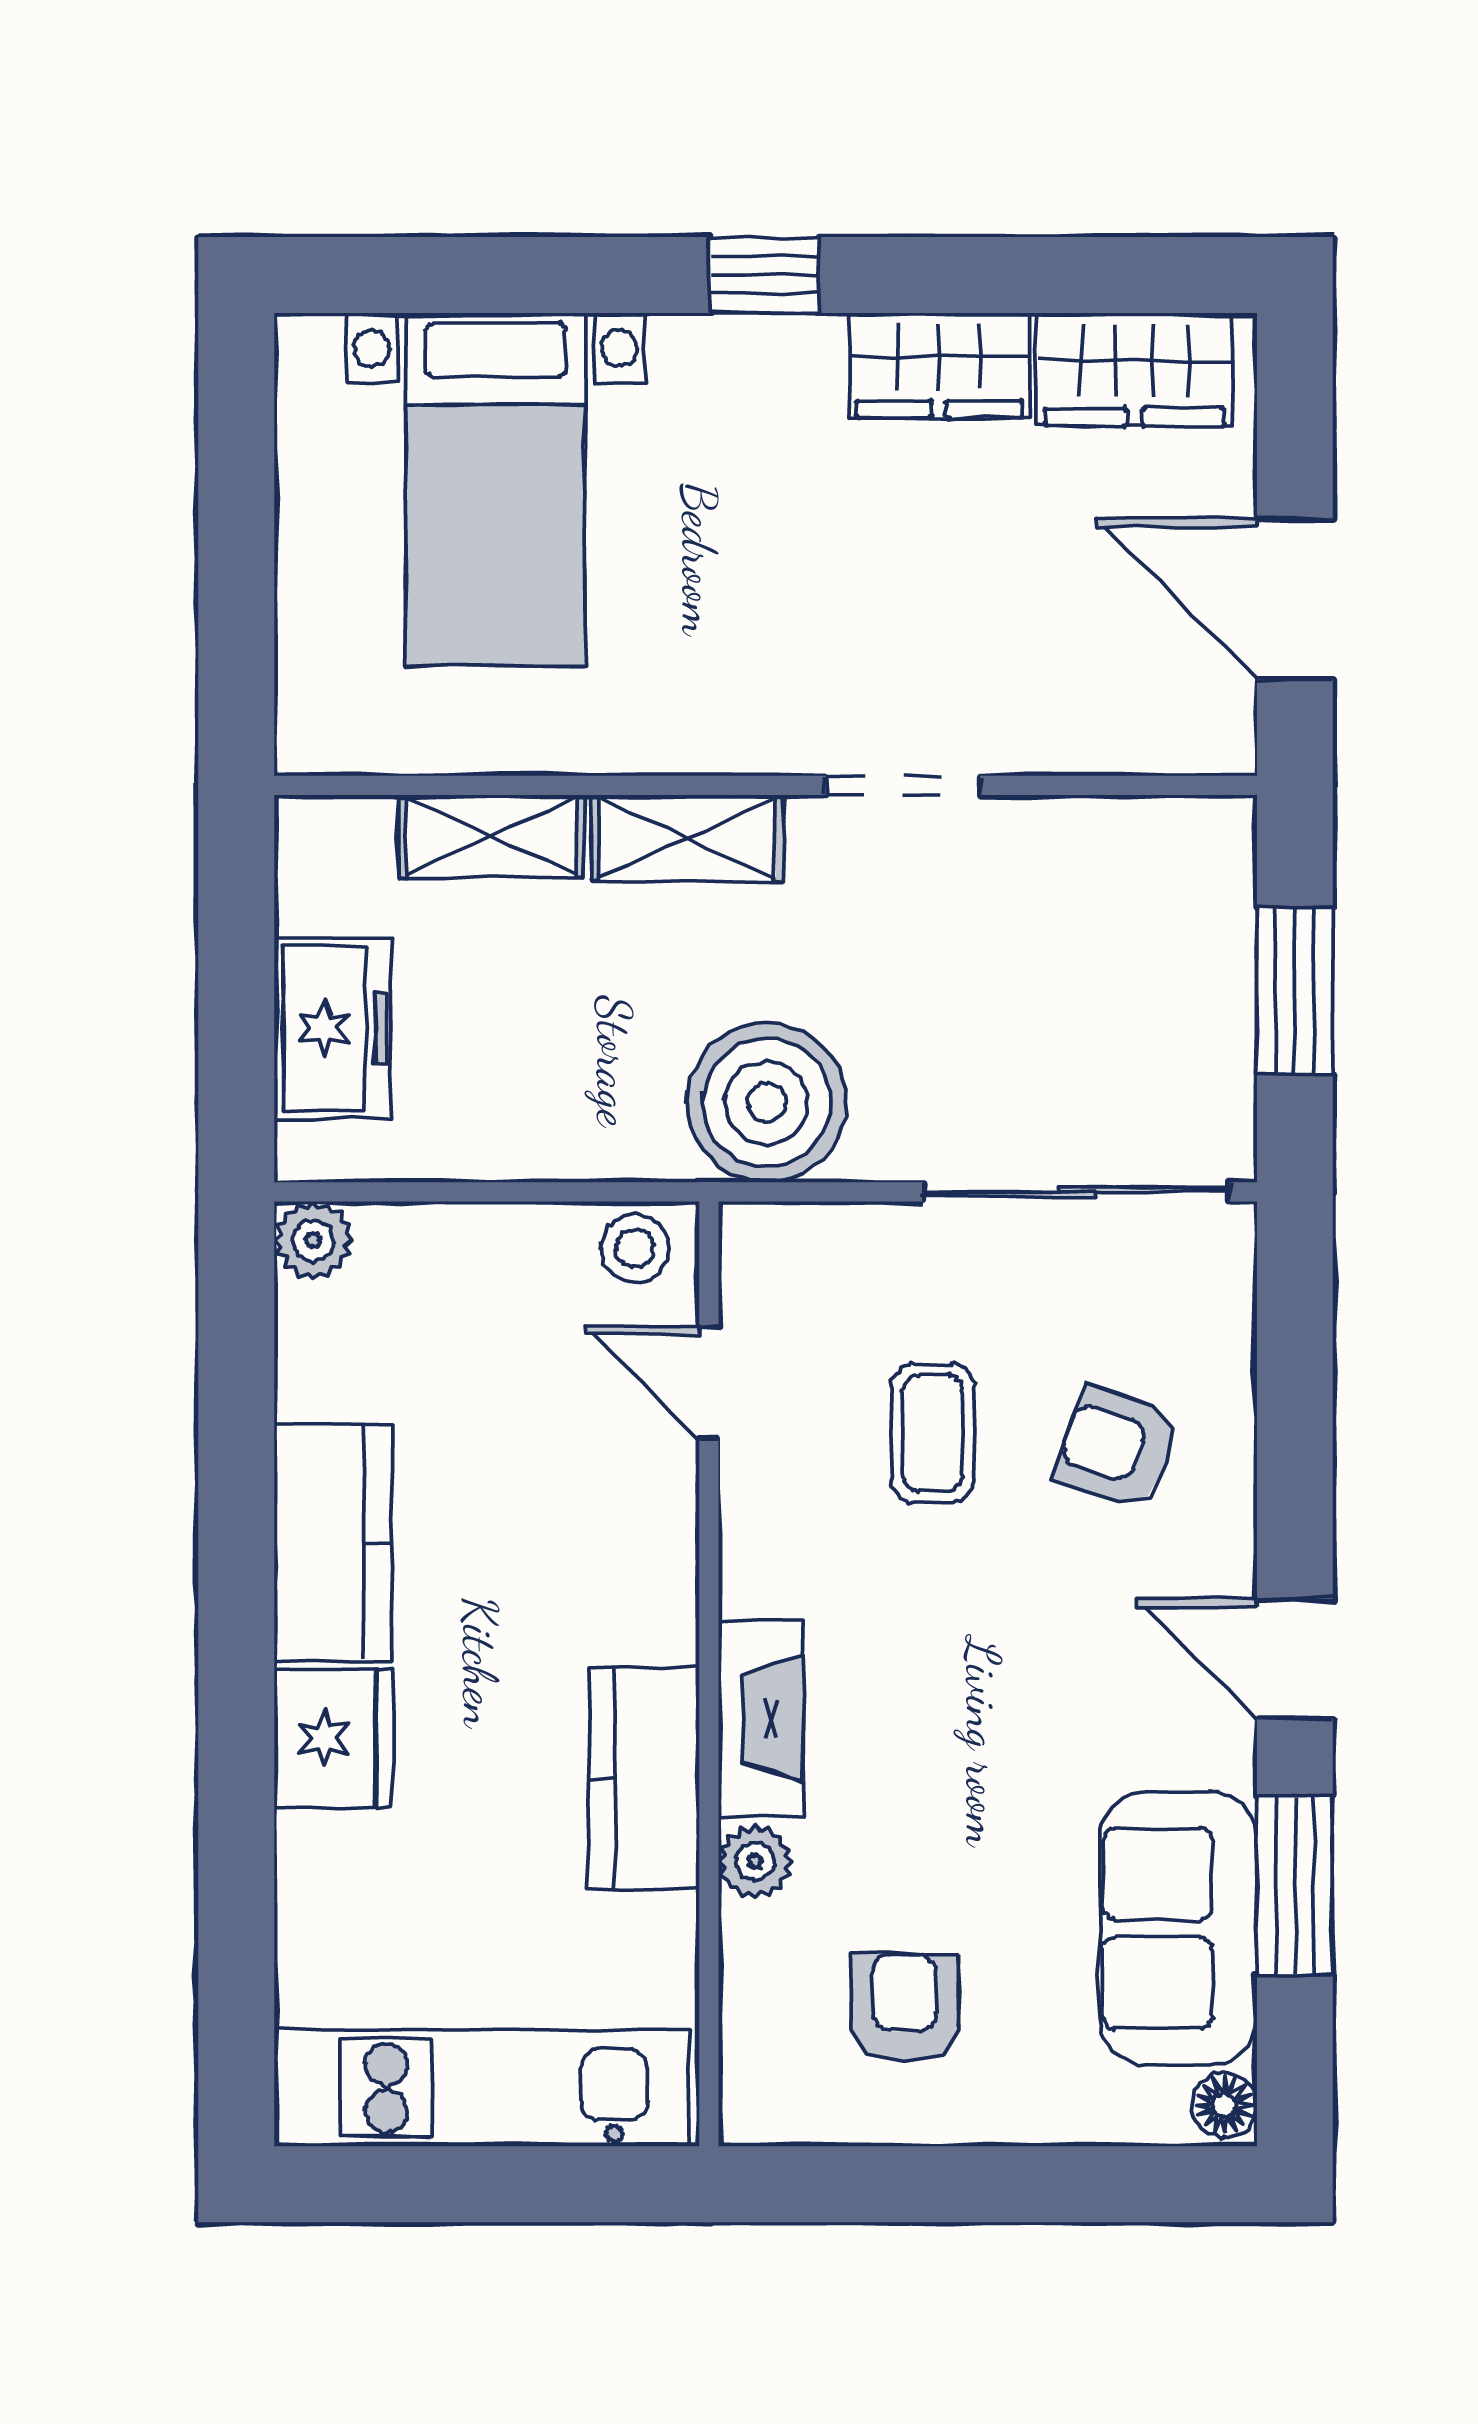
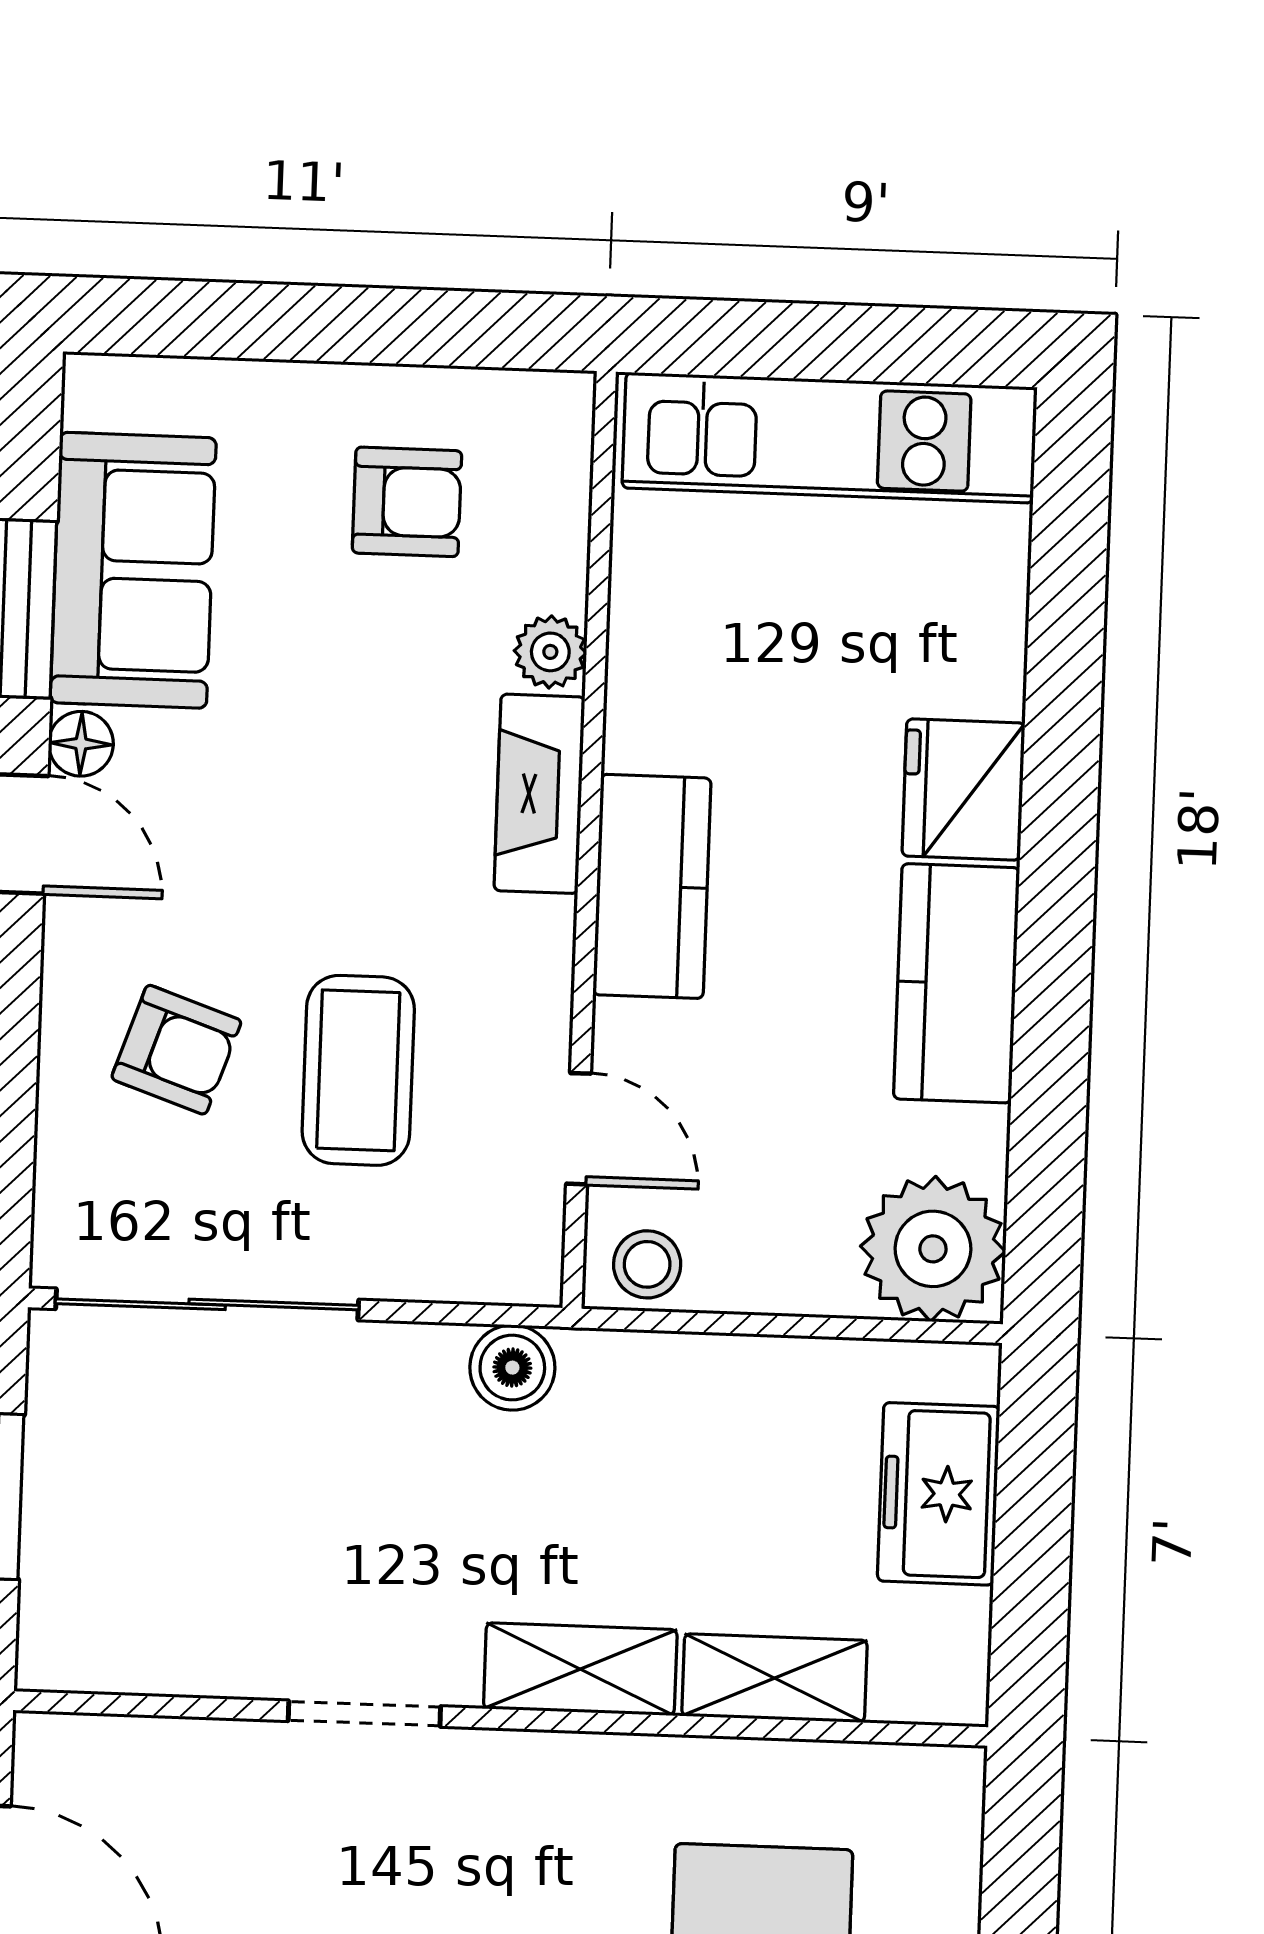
boiler: (767, 1102) -> (512, 1368), width x0.54, depth x0.54
plant: (313, 1240) -> (933, 1249), width x1.88, depth x1.88
coffee table: (933, 1433) -> (358, 1070), width x1.36, depth x1.30
kitchen counter: (644, 1779) -> (652, 886), moved
armchair: (905, 2008) -> (407, 502), turned -90
floor lamp: (1224, 2105) -> (81, 744), moved

